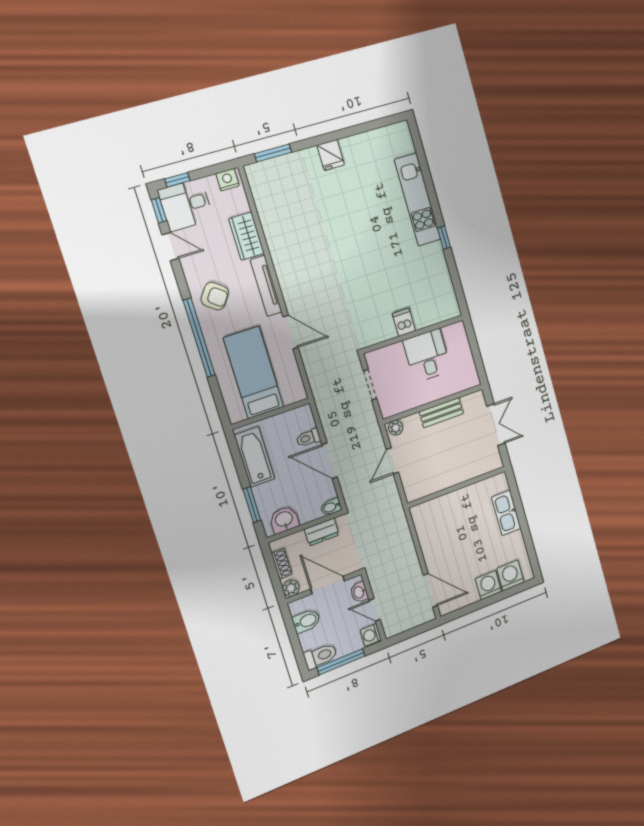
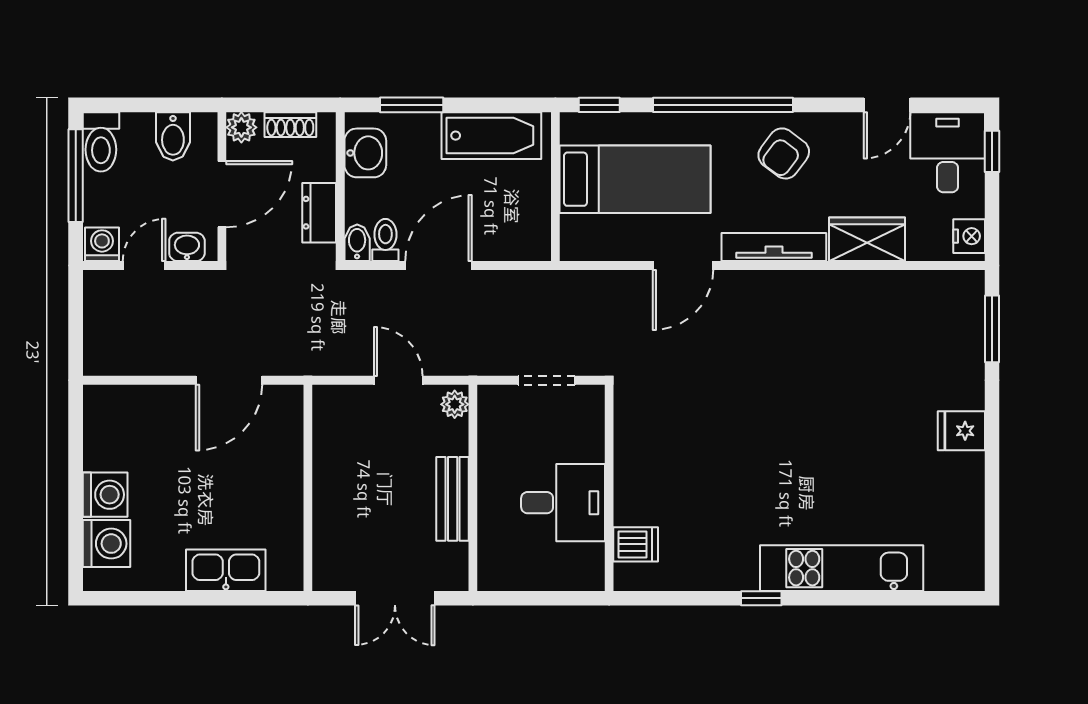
window: (159, 210) -> (599, 105), moved
dishwasher: (404, 322) -> (636, 544), moved
toilet: (308, 438) -> (385, 240), moved
door: (430, 590) -> (229, 380), moved

